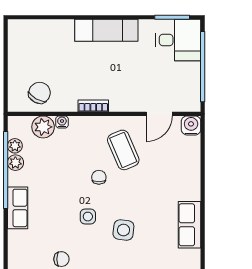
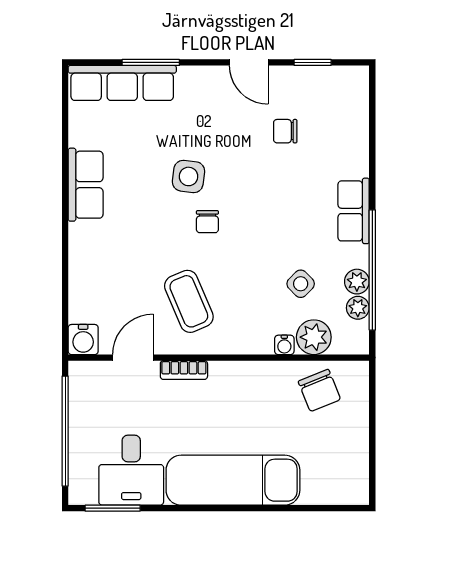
exam couch: (106, 30) -> (233, 480), width x1.36, depth x1.45
desk: (178, 40) -> (131, 470), moved, turned -90
chair: (40, 93) -> (319, 390), turned -51
bookcase: (93, 106) -> (184, 370), moved
chair: (99, 177) -> (207, 222), moved
side table: (88, 217) -> (301, 284), moved, turned 45

